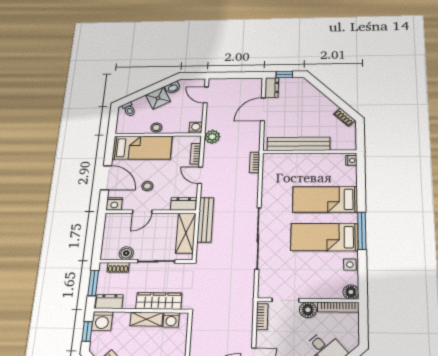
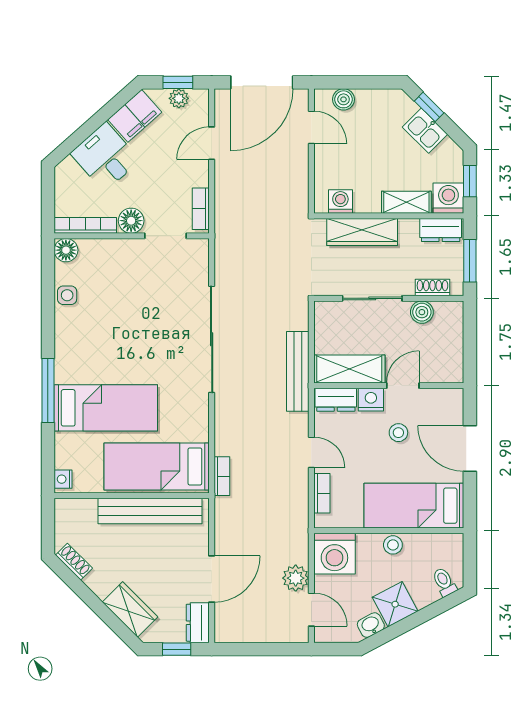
wardrobe: (311, 94) -> (130, 609), added
washing machine: (196, 128) -> (334, 554), width x1.89, depth x1.89
plant: (212, 137) -> (296, 578), moved
nightstand: (114, 204) -> (371, 400), moved
window: (362, 231) -> (48, 391), moved
shelving: (186, 233) -> (349, 369), moved, turned 90
bed: (324, 237) -> (157, 466), moved, turned 180
shelving: (146, 319) -> (406, 202), moved

